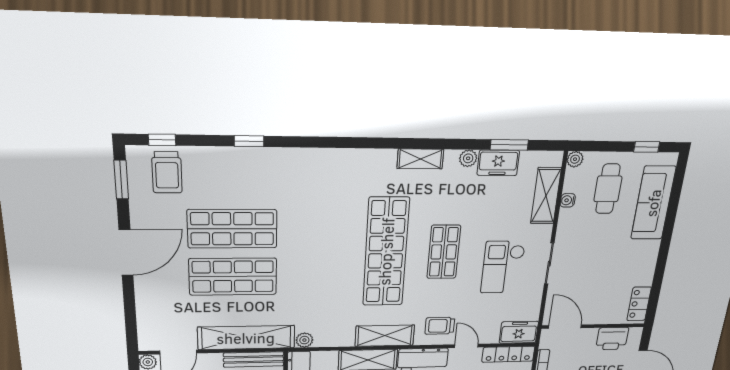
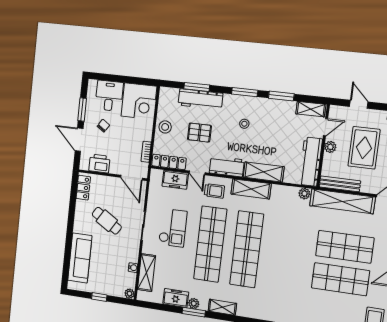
window: (509, 145) -> (194, 312), moved
window: (647, 147) -> (99, 297), moved
cafe table: (608, 189) -> (107, 221), moved, turned -58
shop shelf: (444, 252) -> (210, 244), width x2.00, depth x1.36
freezer: (519, 332) -> (175, 180), moved

